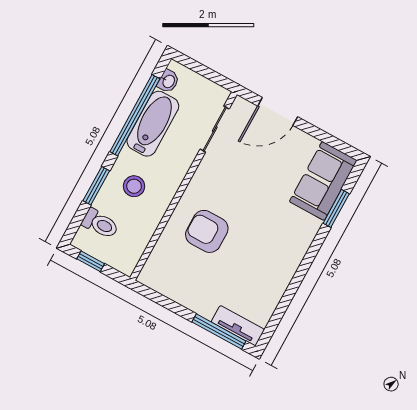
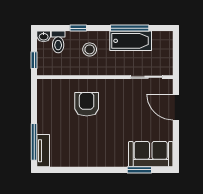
washbasin: (168, 81) -> (44, 36), moved
window: (135, 115) -> (130, 28), width x0.68
window: (96, 186) -> (78, 28), width x0.67
window: (91, 261) -> (34, 60), moved

